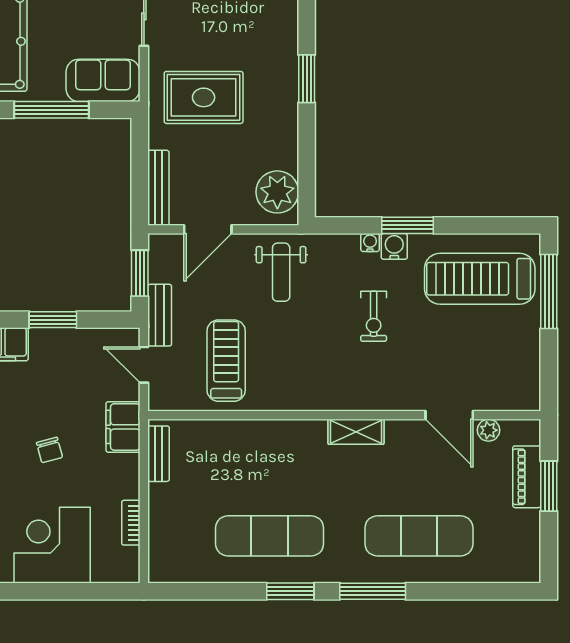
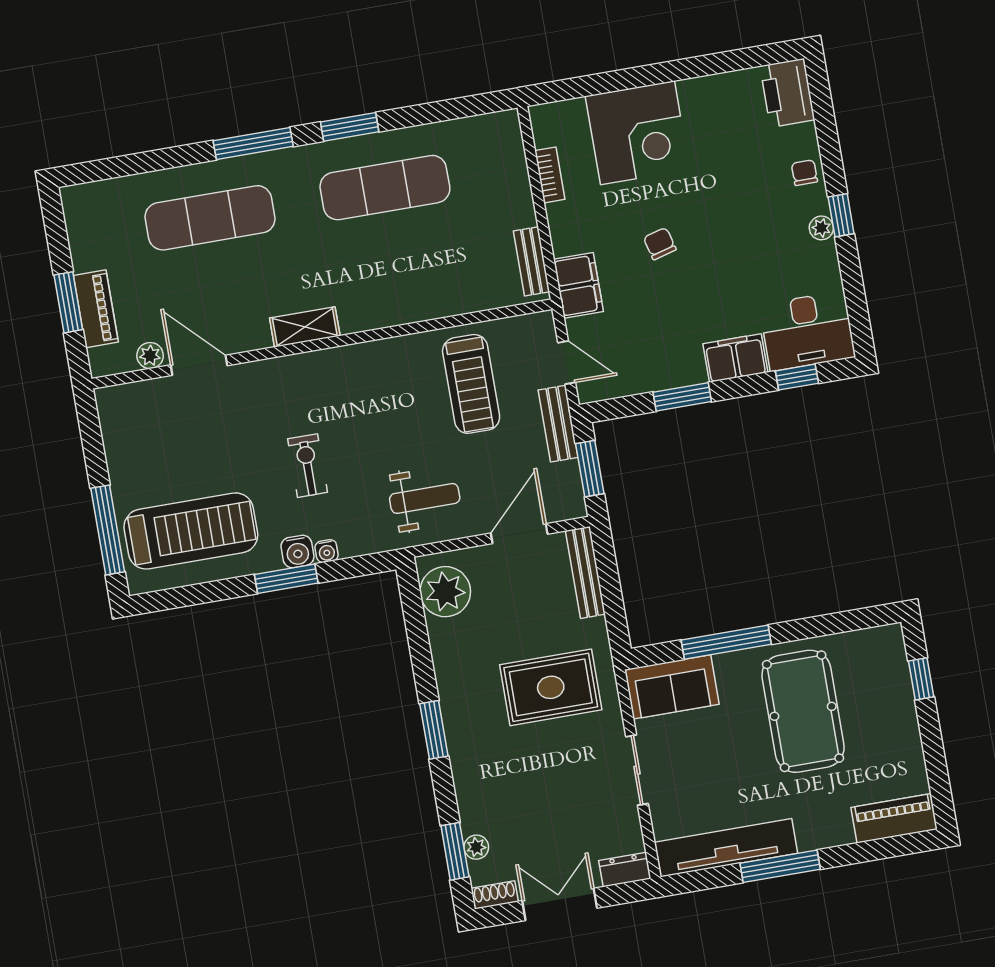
weight bench: (281, 272) -> (425, 498), turned 90

